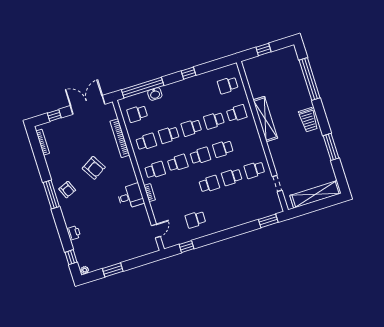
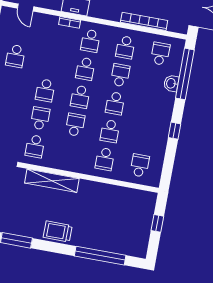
shelving: (265, 119) -> (52, 181), moved
school desk: (214, 120) -> (110, 131), turned 180
school desk: (191, 128) -> (115, 103), turned 180
school desk: (254, 170) -> (35, 146), turned 180
school desk: (195, 219) -> (16, 56), turned 180

